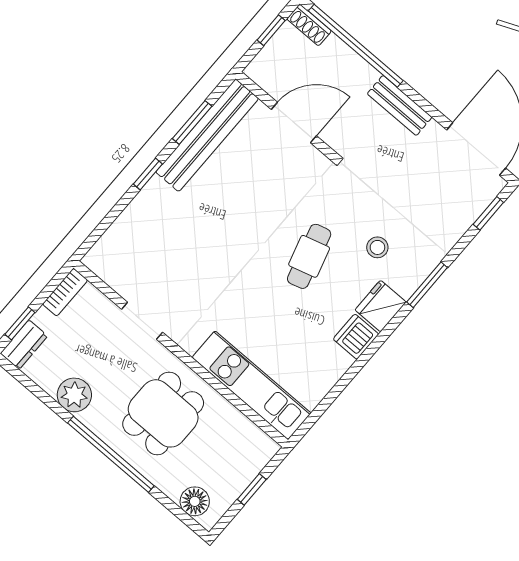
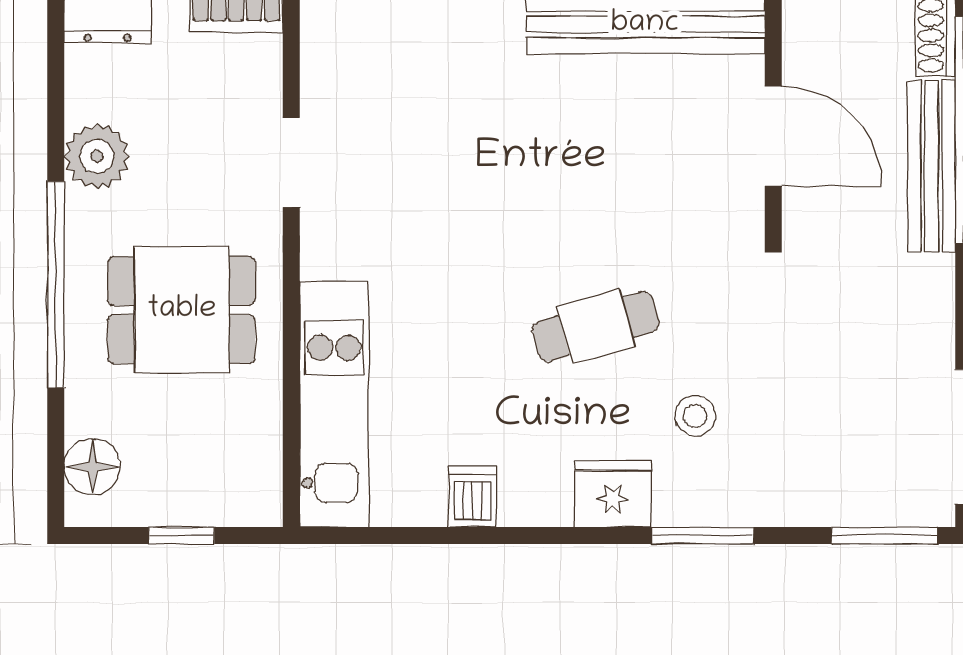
bench: (400, 105) -> (931, 166), moved, width x1.36
window: (488, 213) -> (884, 536), width x1.50
dishwasher: (356, 337) -> (472, 496), moved, width x0.73

